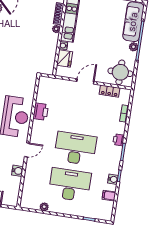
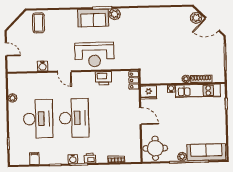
fridge: (65, 58) -> (149, 92), moved
locker: (110, 91) -> (134, 80), moved
water cooler: (113, 179) -> (73, 159), moved

